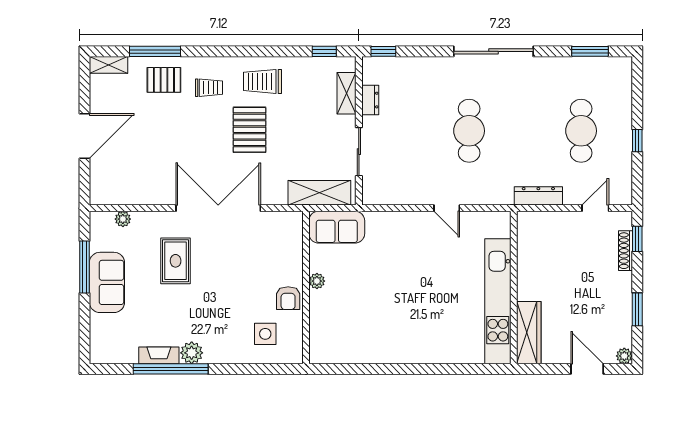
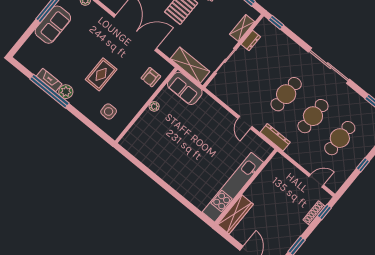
cafe table: (525, 131) -> (313, 116), added
dresser: (538, 196) -> (275, 137), moved
rug: (176, 261) -> (101, 74), moved
armchair: (288, 298) -> (151, 77), moved

